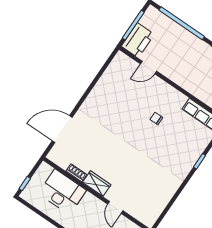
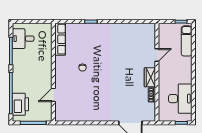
printer: (138, 40) -> (20, 104), moved, turned 90
door: (148, 68) -> (53, 95), swing flipped
desk: (62, 192) -> (180, 99), moved, turned 180

